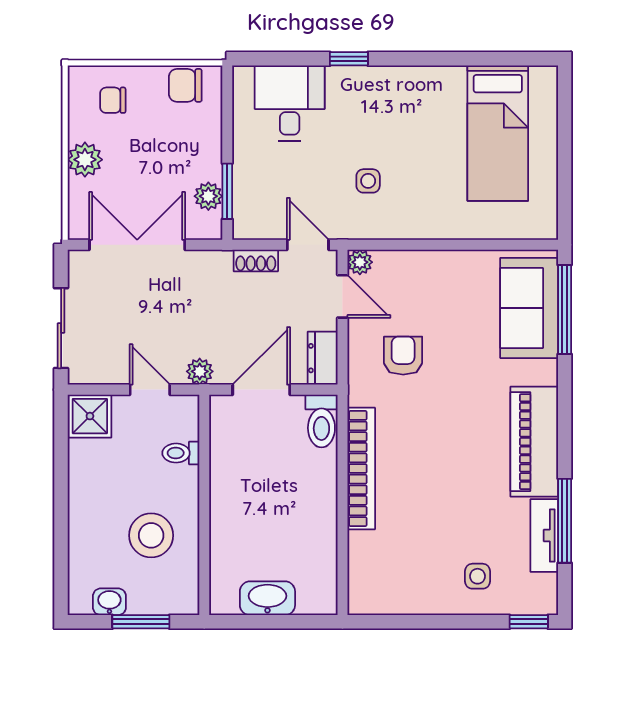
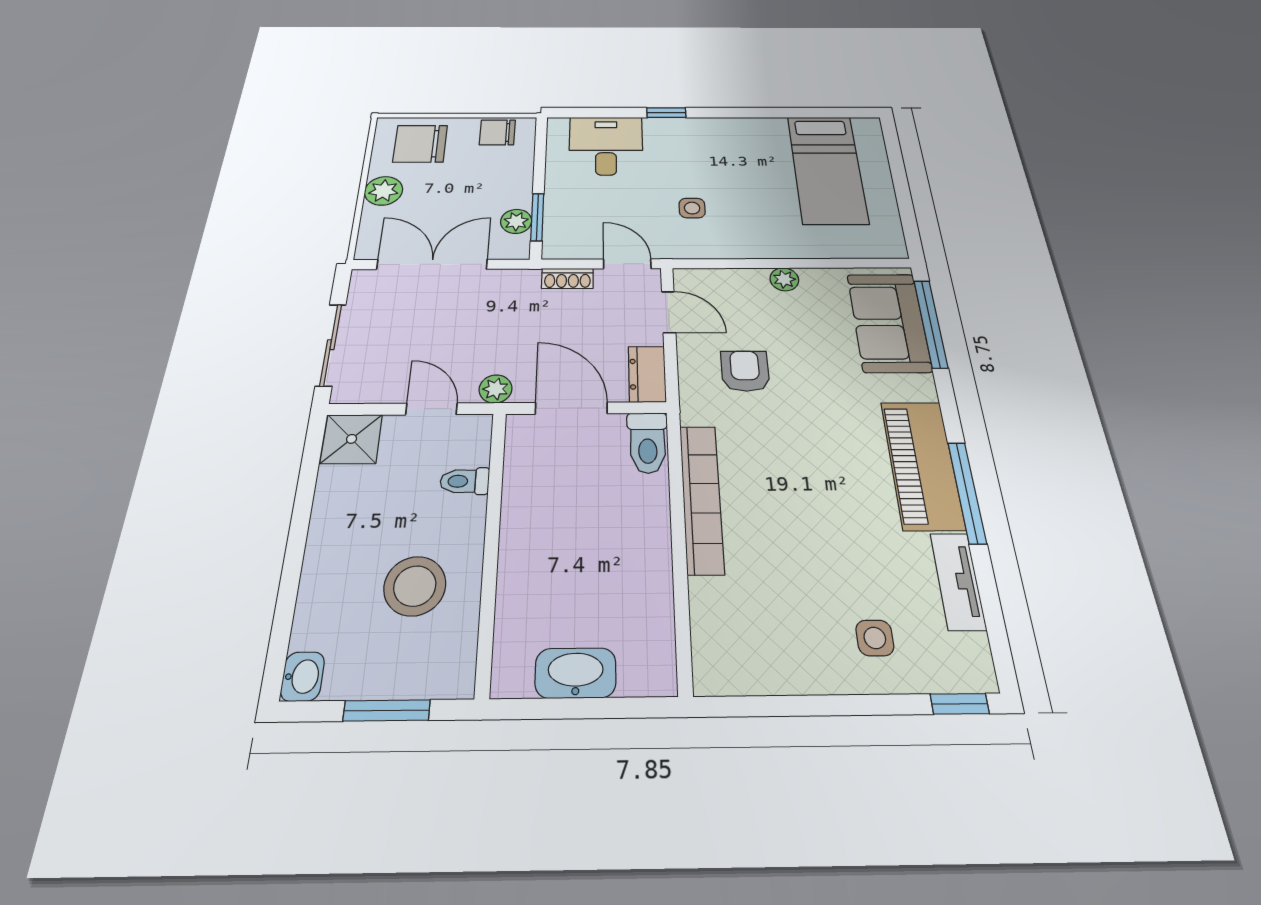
chair: (113, 100) -> (420, 144), width x1.87, depth x1.87
plant: (360, 262) -> (784, 279), moved
door: (261, 390) -> (571, 408), hinge flipped
window: (565, 521) -> (967, 492), moved
washbasin: (109, 602) -> (303, 677), moved, turned 90

